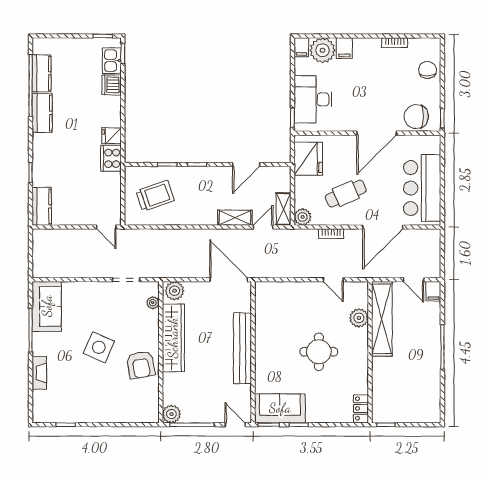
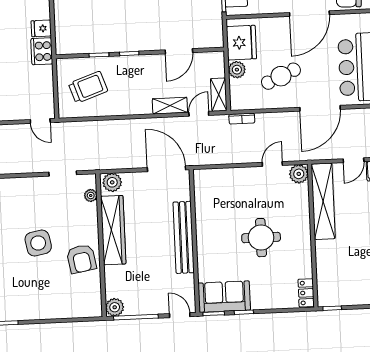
plant: (303, 217) -> (237, 70), moved
bookcase: (331, 234) -> (242, 119), moved
door: (333, 280) -> (272, 164), swing flipped
door: (413, 280) -> (353, 160), hinge flipped
plant: (359, 318) -> (299, 174), moved
side table: (99, 347) -> (38, 243), turned -35

